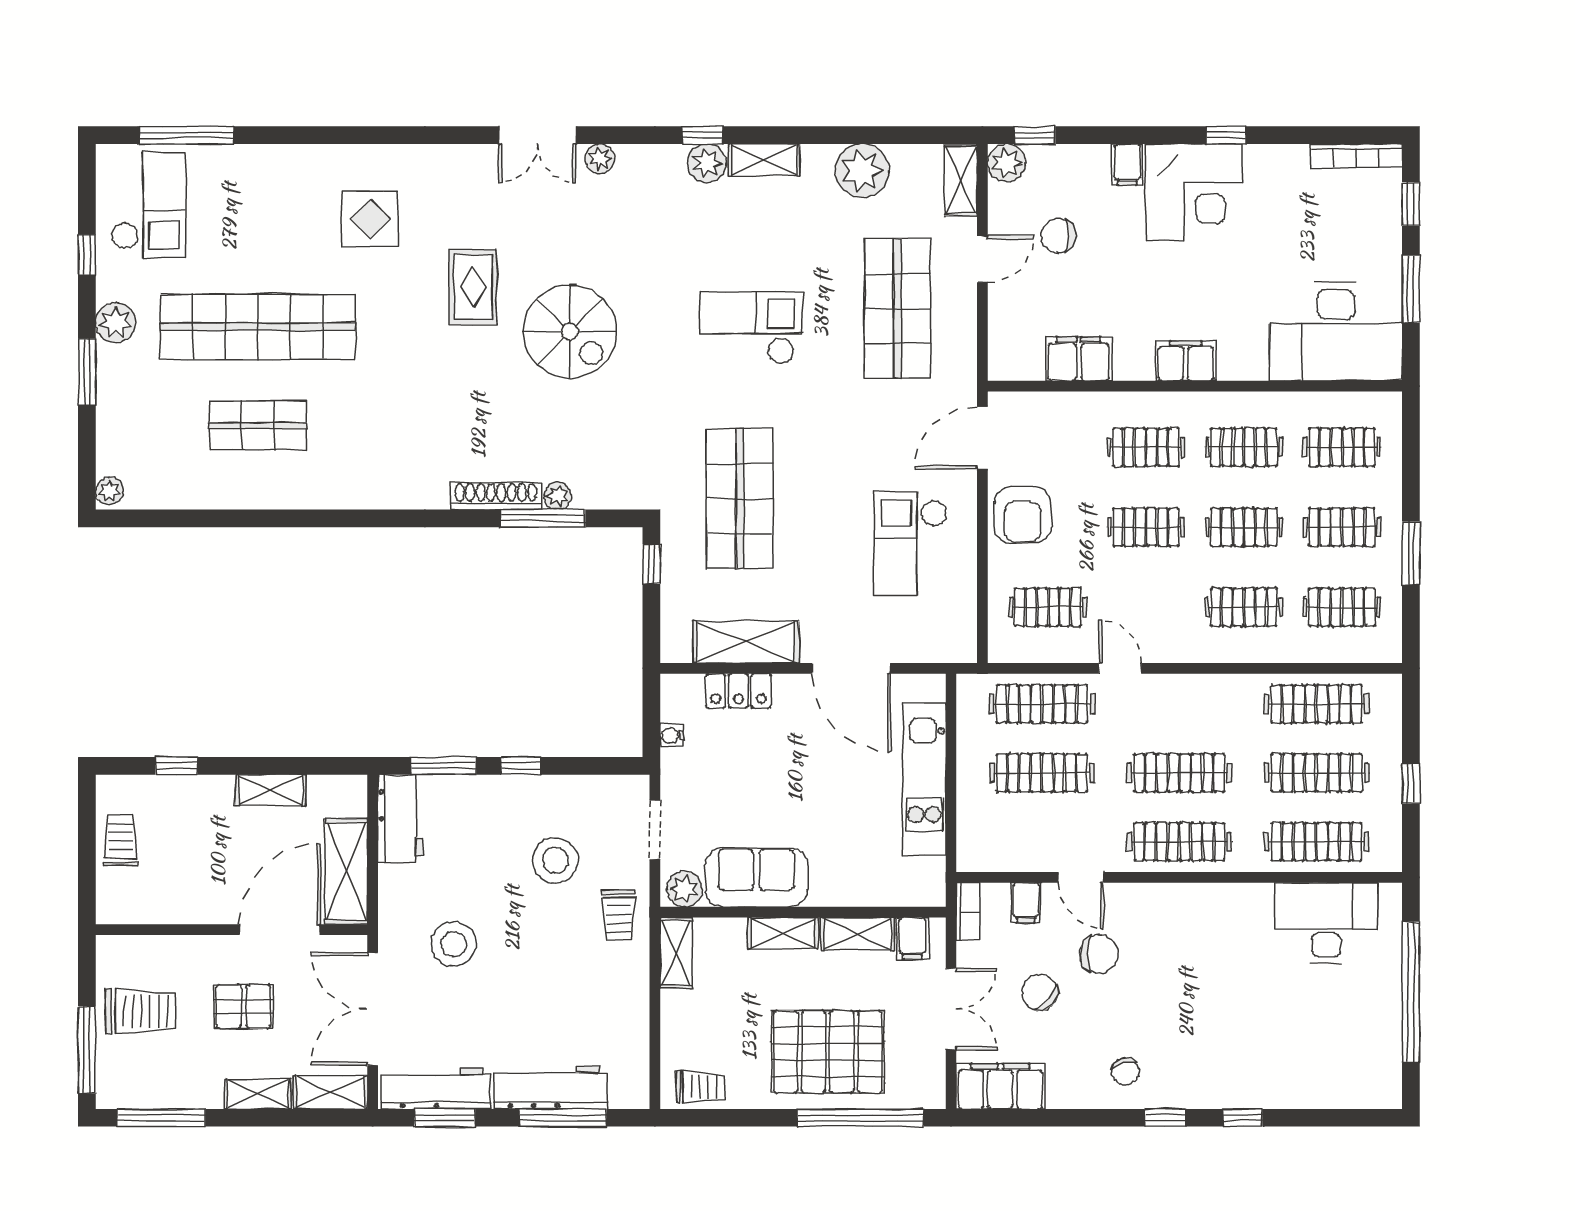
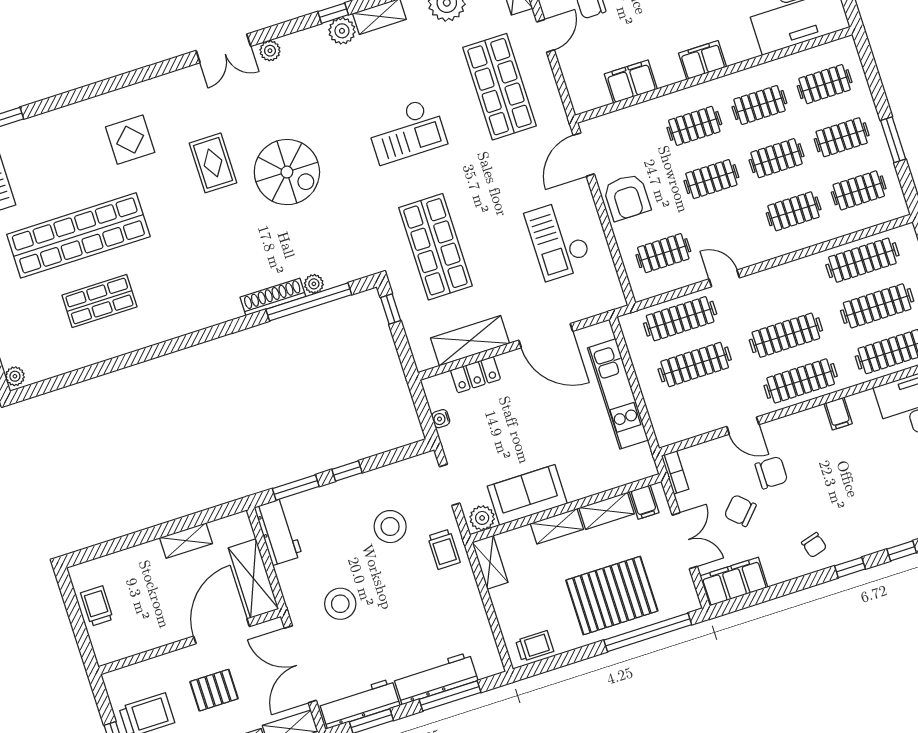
checkout: (751, 328) -> (406, 131), turned 180
window: (543, 518) -> (309, 302), width x1.46
window: (177, 766) -> (118, 544), removed
filing cabinet: (1026, 903) -> (838, 414), moved

